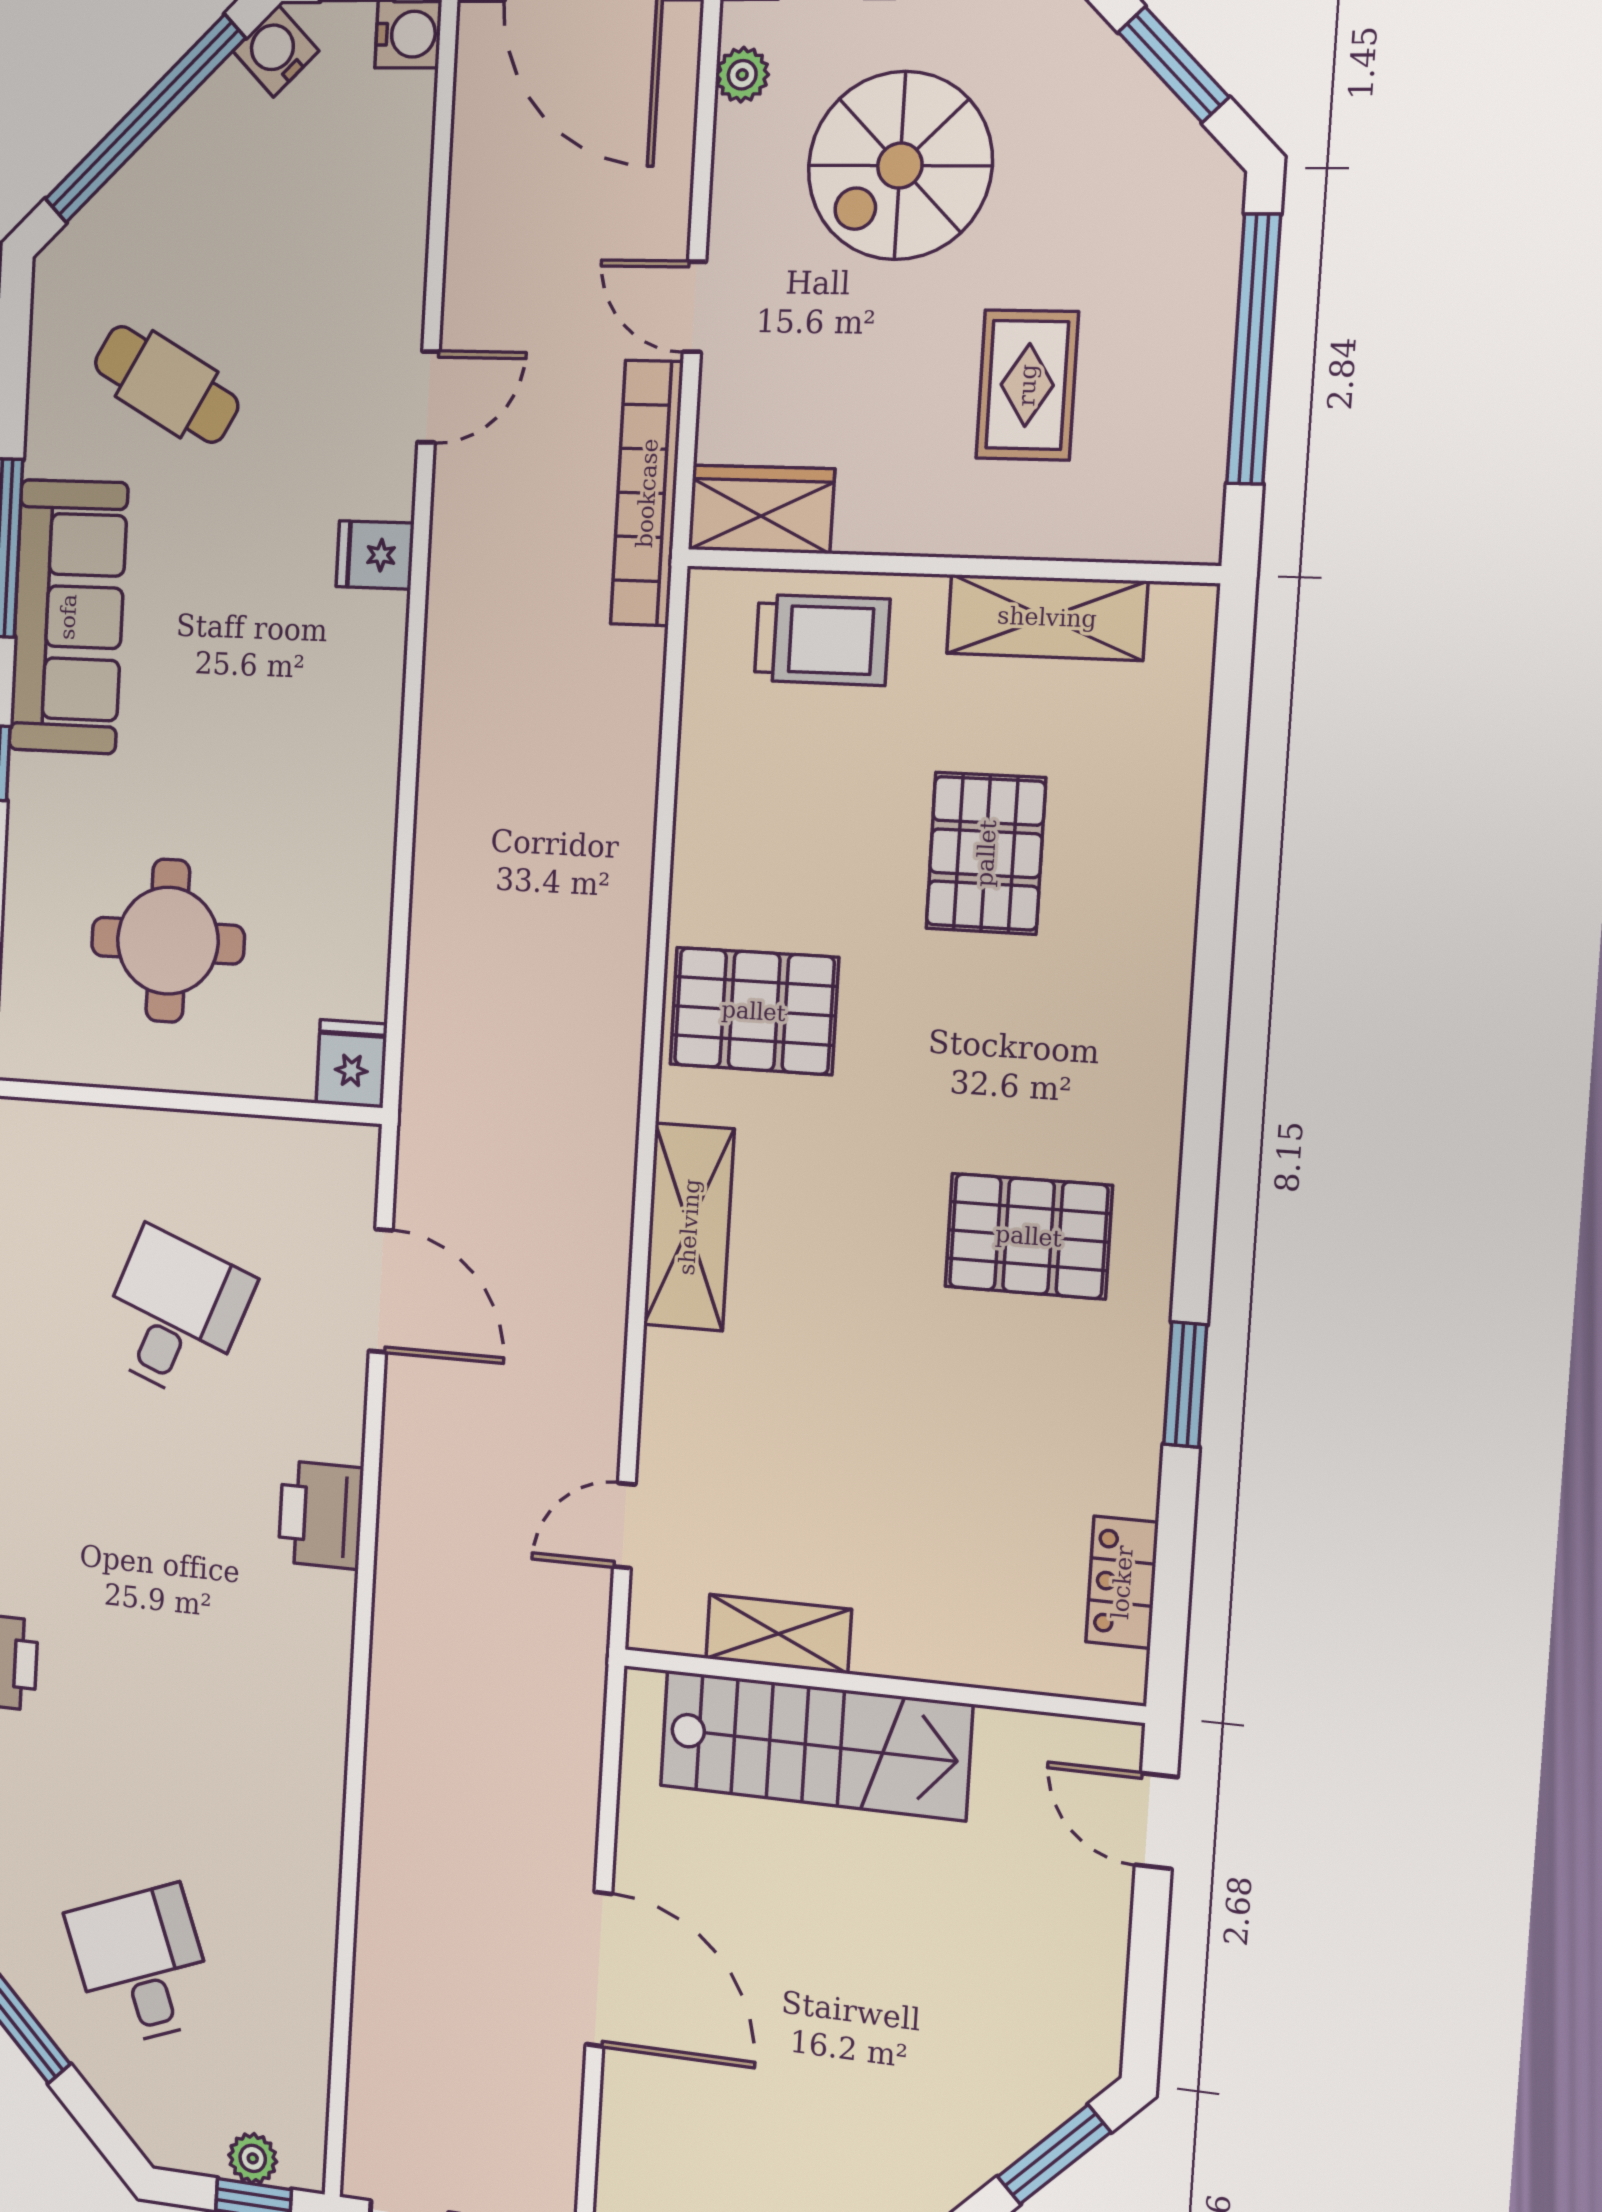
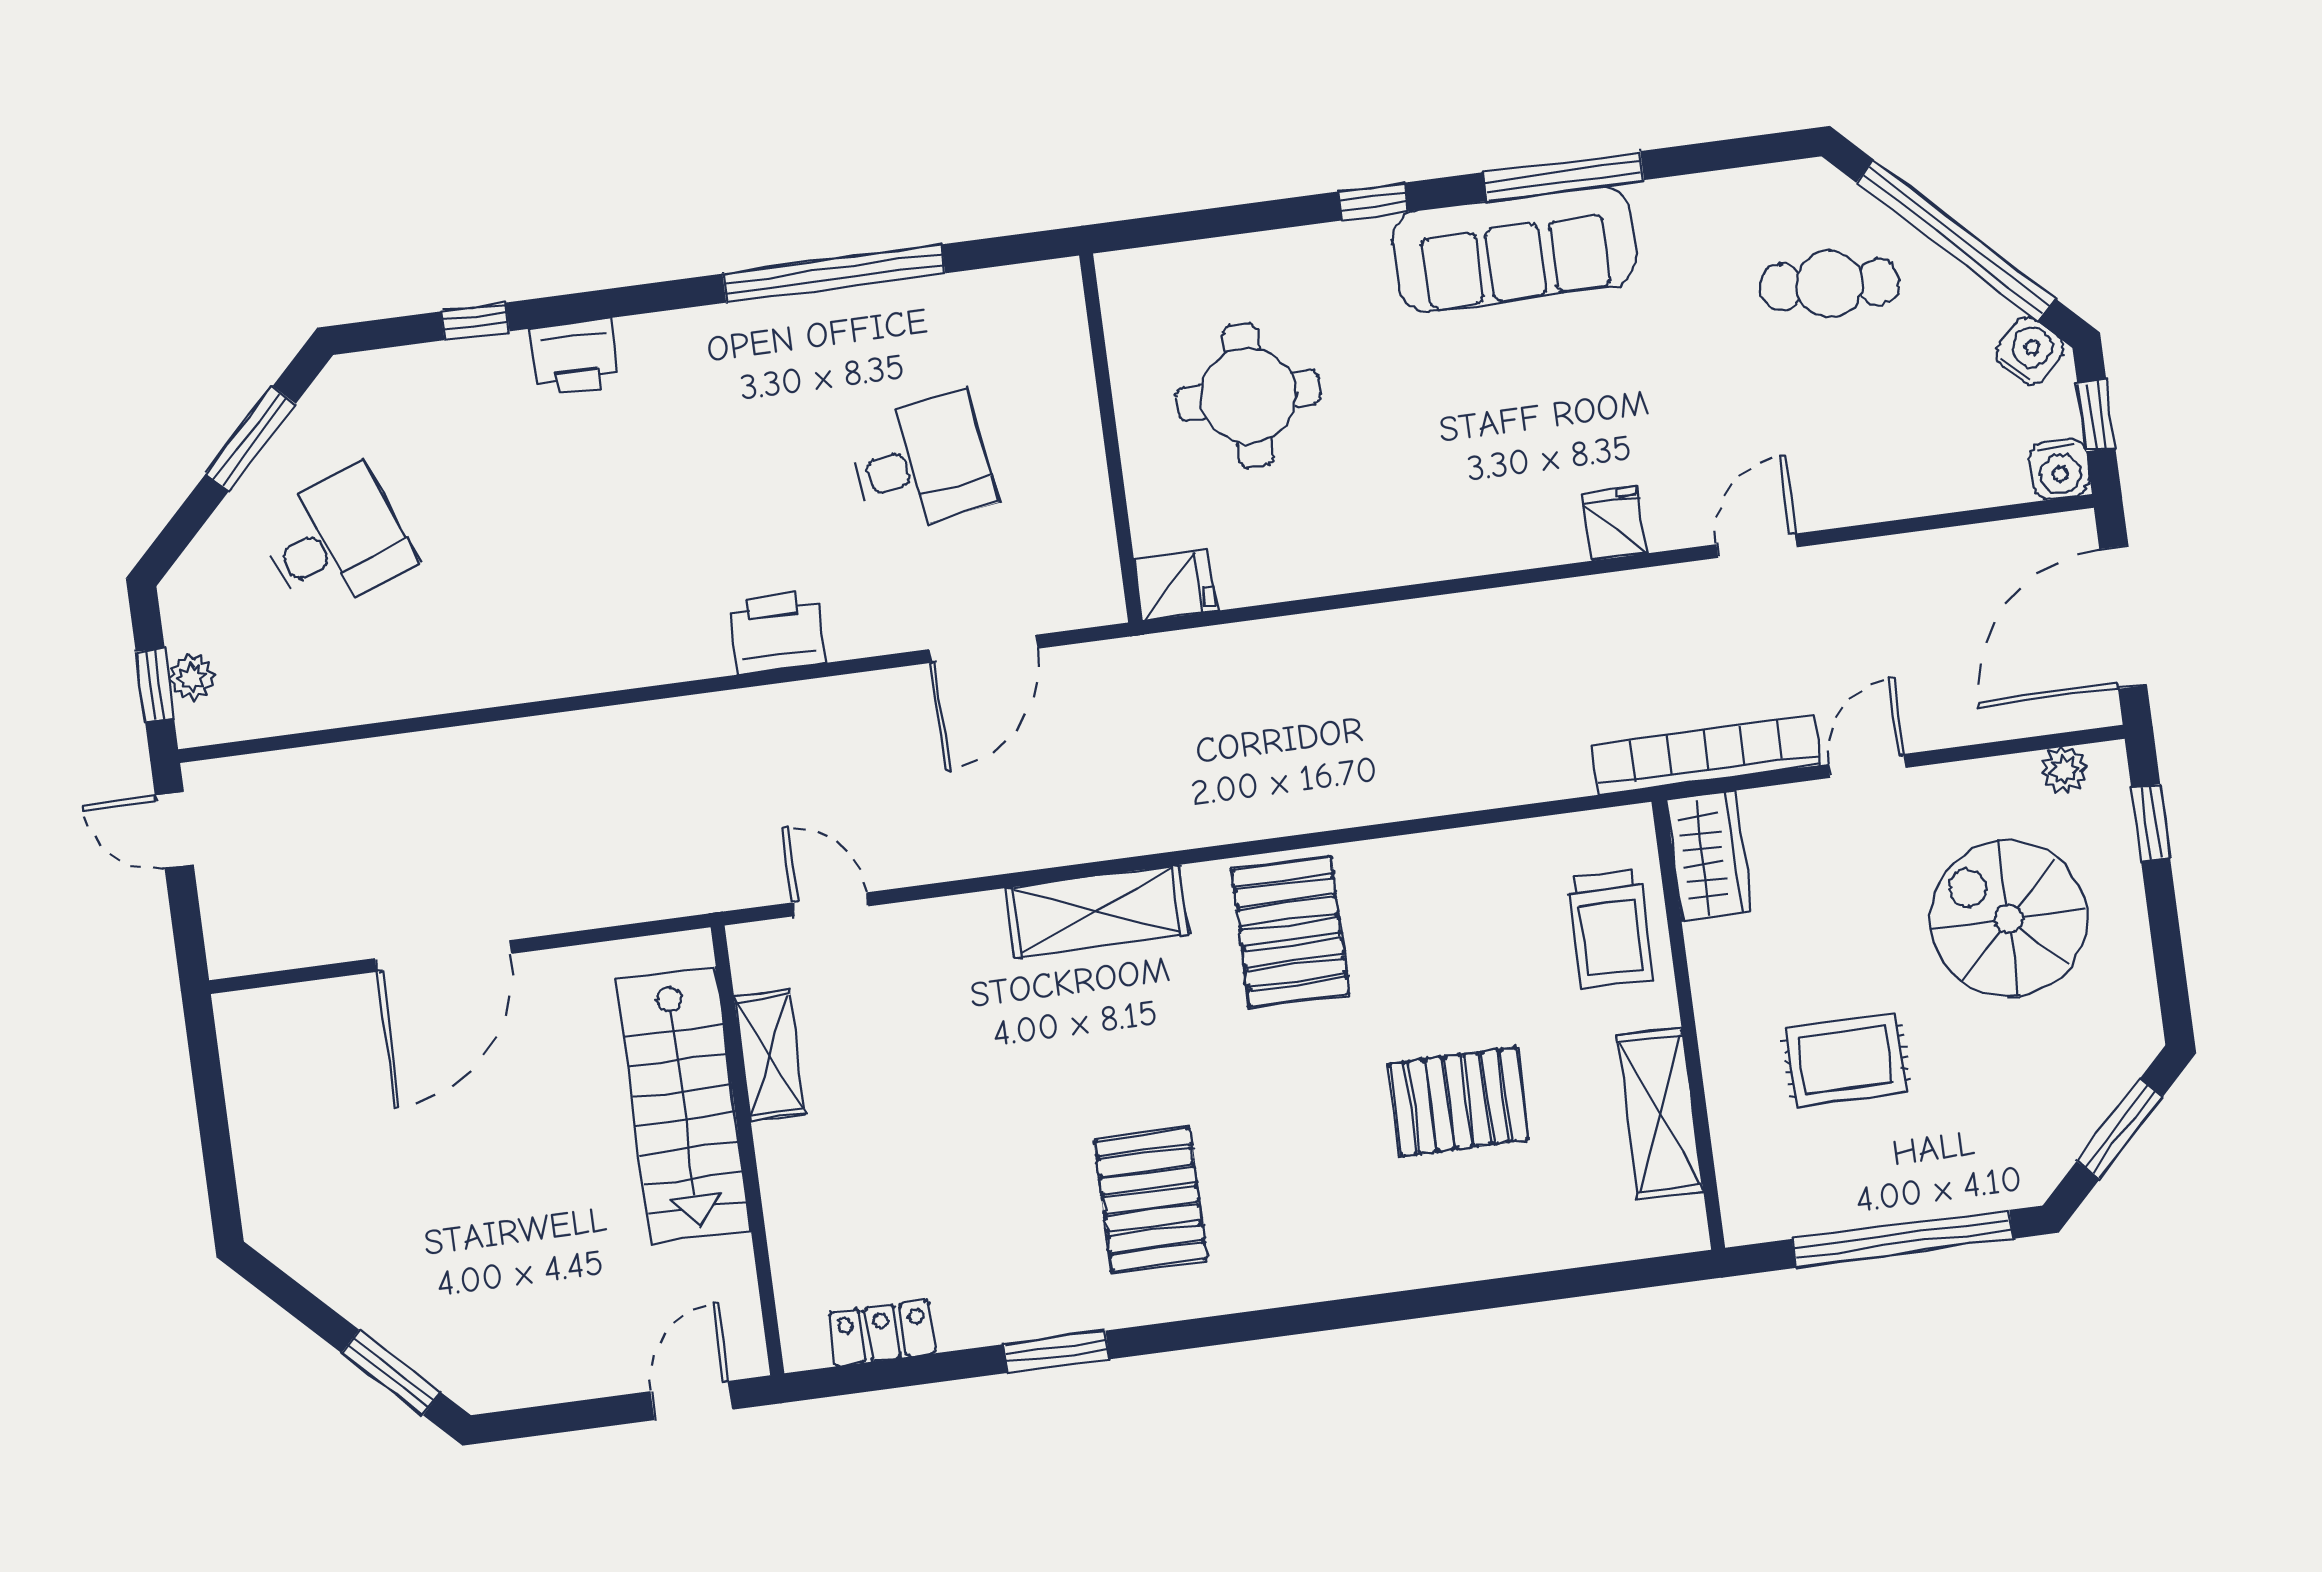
cafe table: (166, 384) -> (1829, 284), moved, turned 66
door: (428, 397) -> (1757, 546), swing flipped
desk: (174, 1315) -> (922, 463), turned -30

